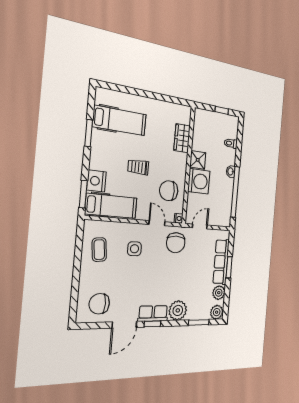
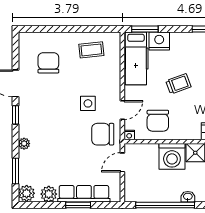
trolley: (138, 167) -> (178, 84), turned 70
chair: (169, 191) -> (158, 121), turned 180
door: (200, 226) -> (122, 162), swing flipped
side table: (134, 249) -> (88, 103), moved
chair: (99, 304) -> (48, 63), moved
plant: (178, 310) -> (24, 144), width x0.53, depth x0.53
row of seats: (153, 313) -> (26, 115), removed

